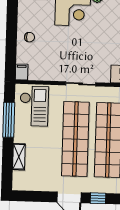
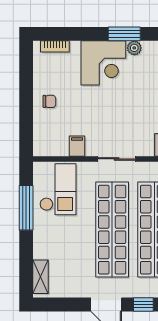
filing cabinet: (22, 72) -> (77, 146), moved
shelving: (19, 157) -> (41, 277), moved

